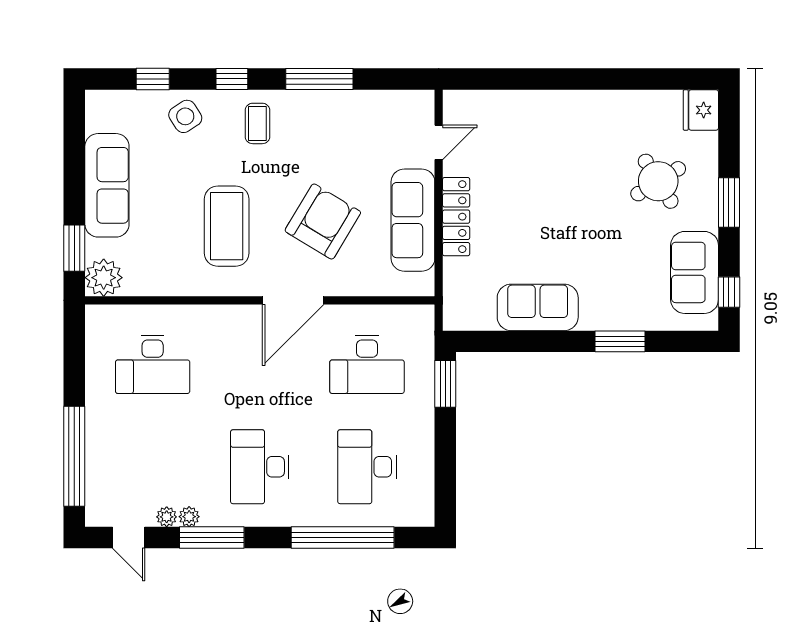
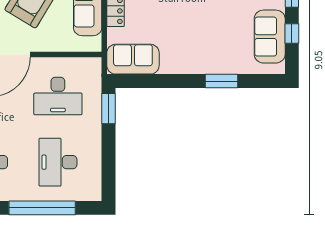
window: (729, 292) -> (292, 34), moved
sofa: (538, 307) -> (133, 59), moved

